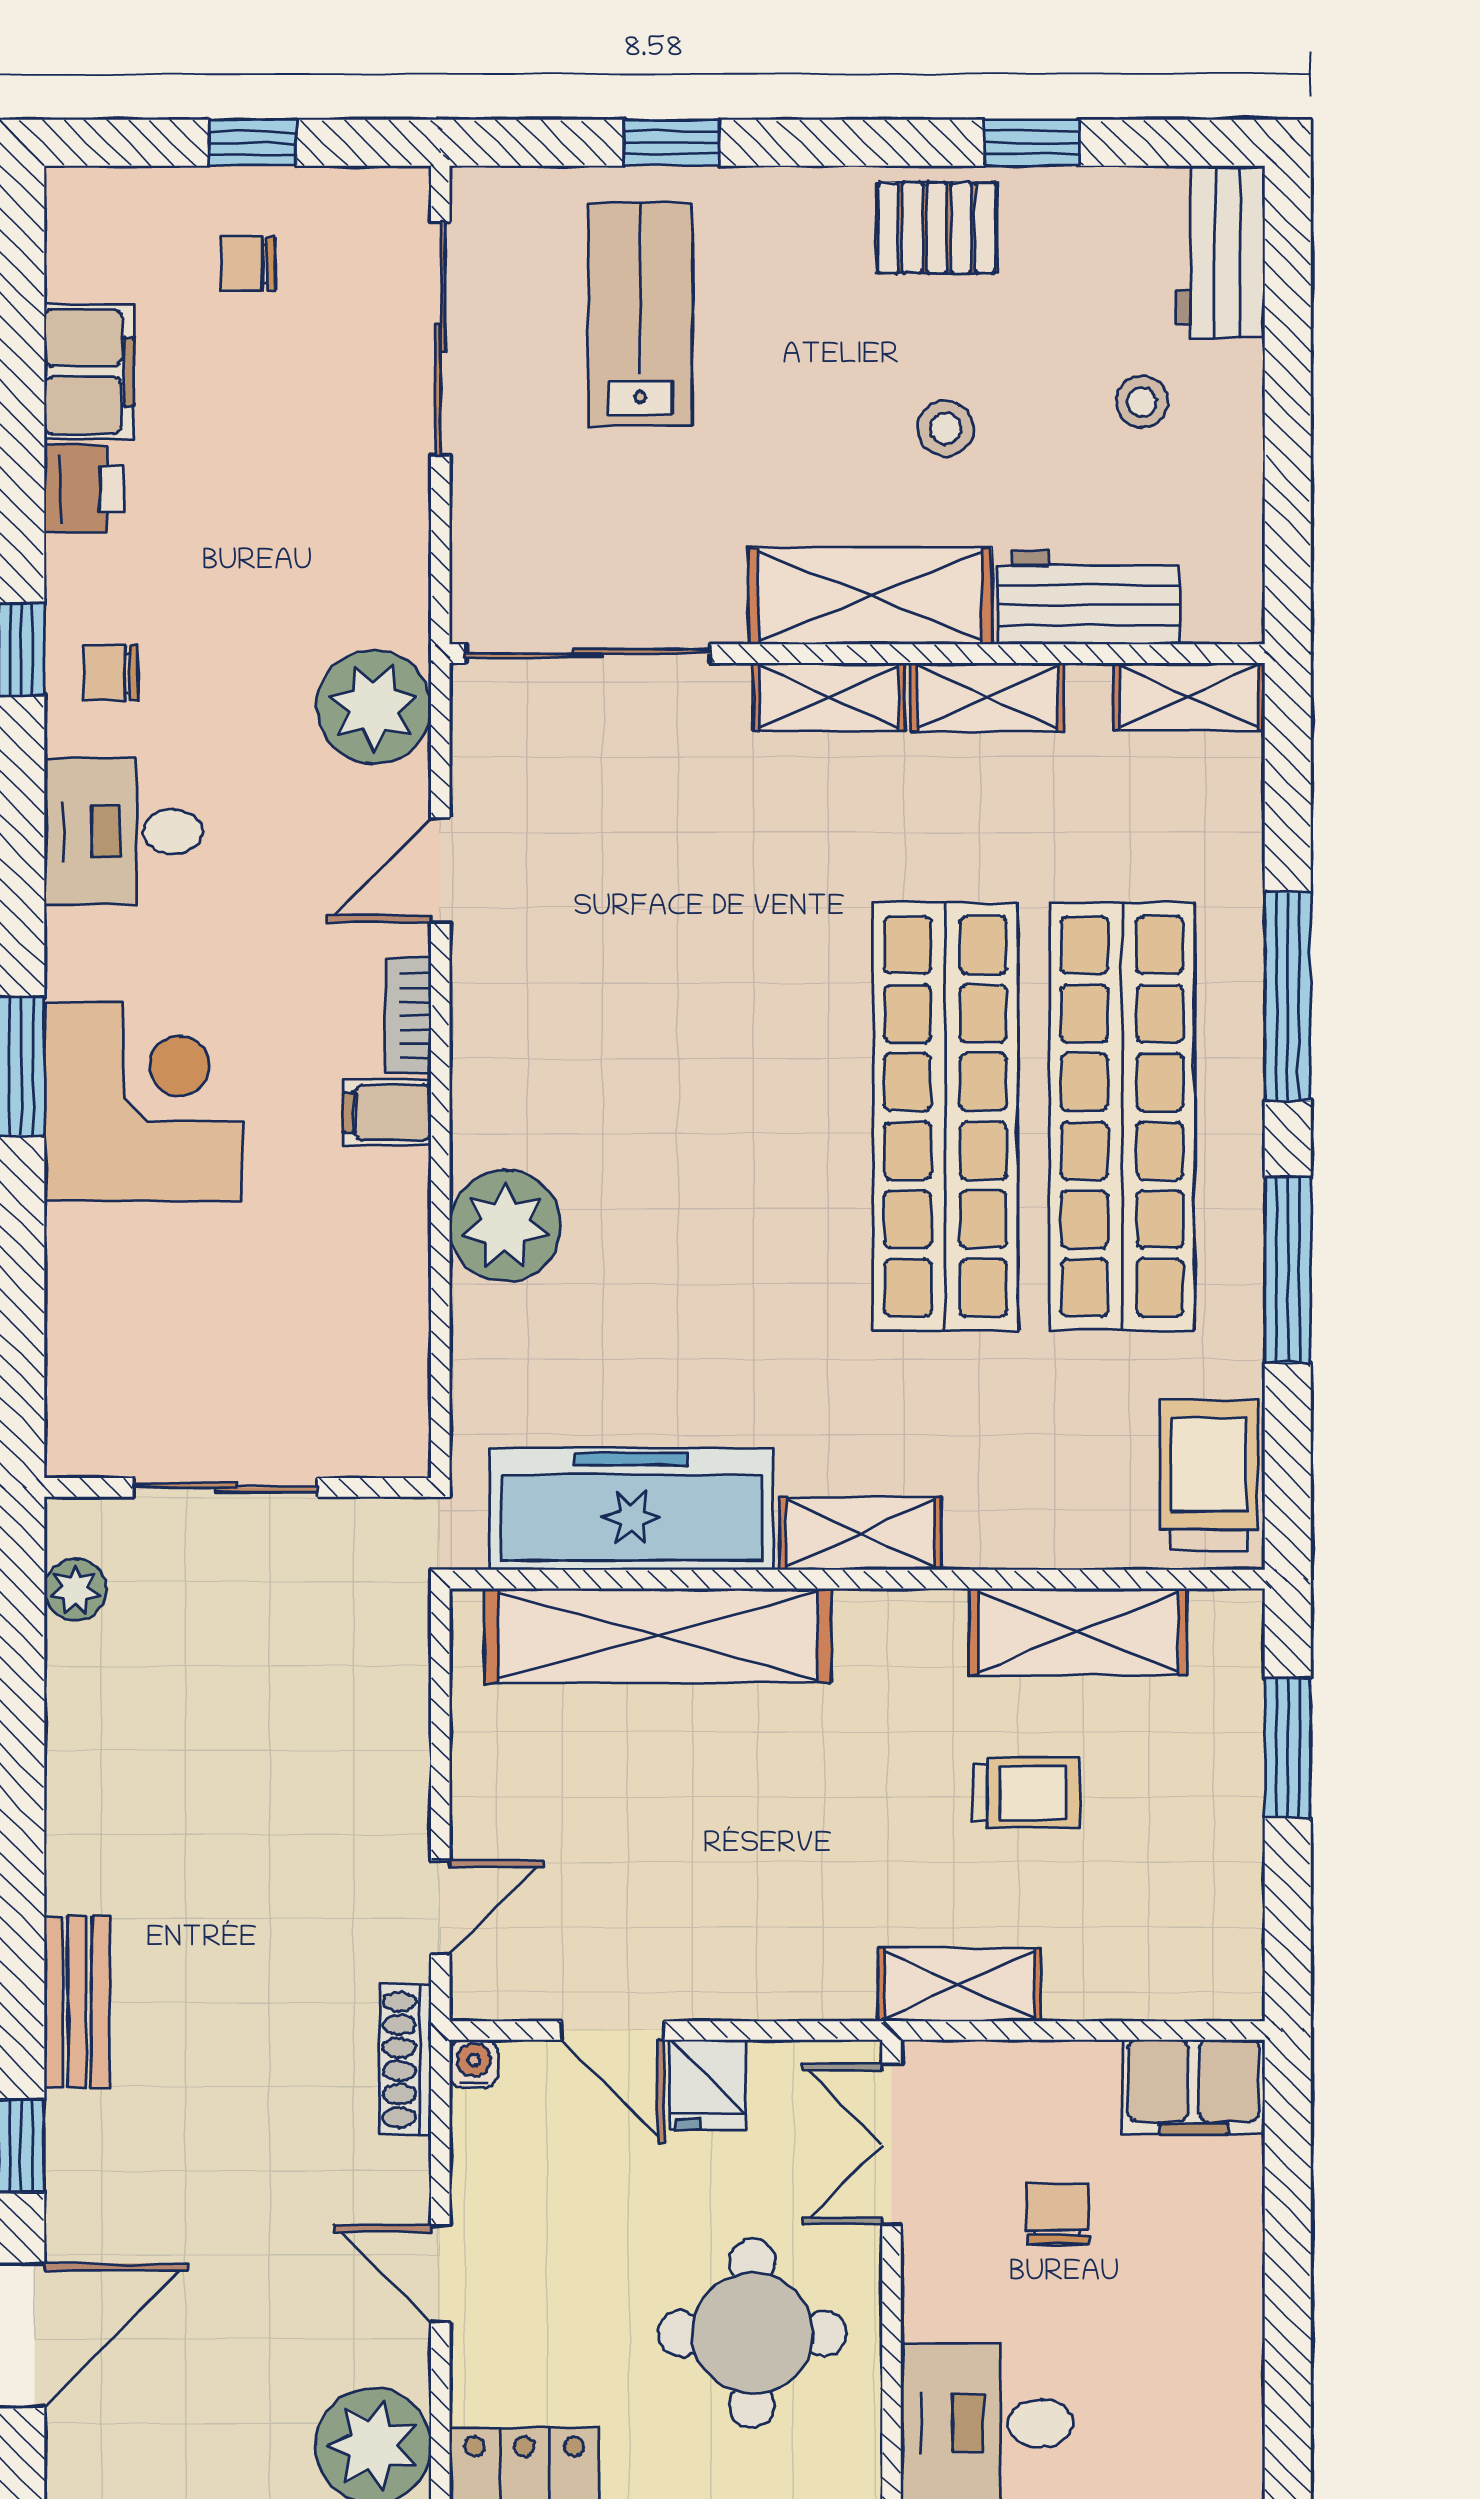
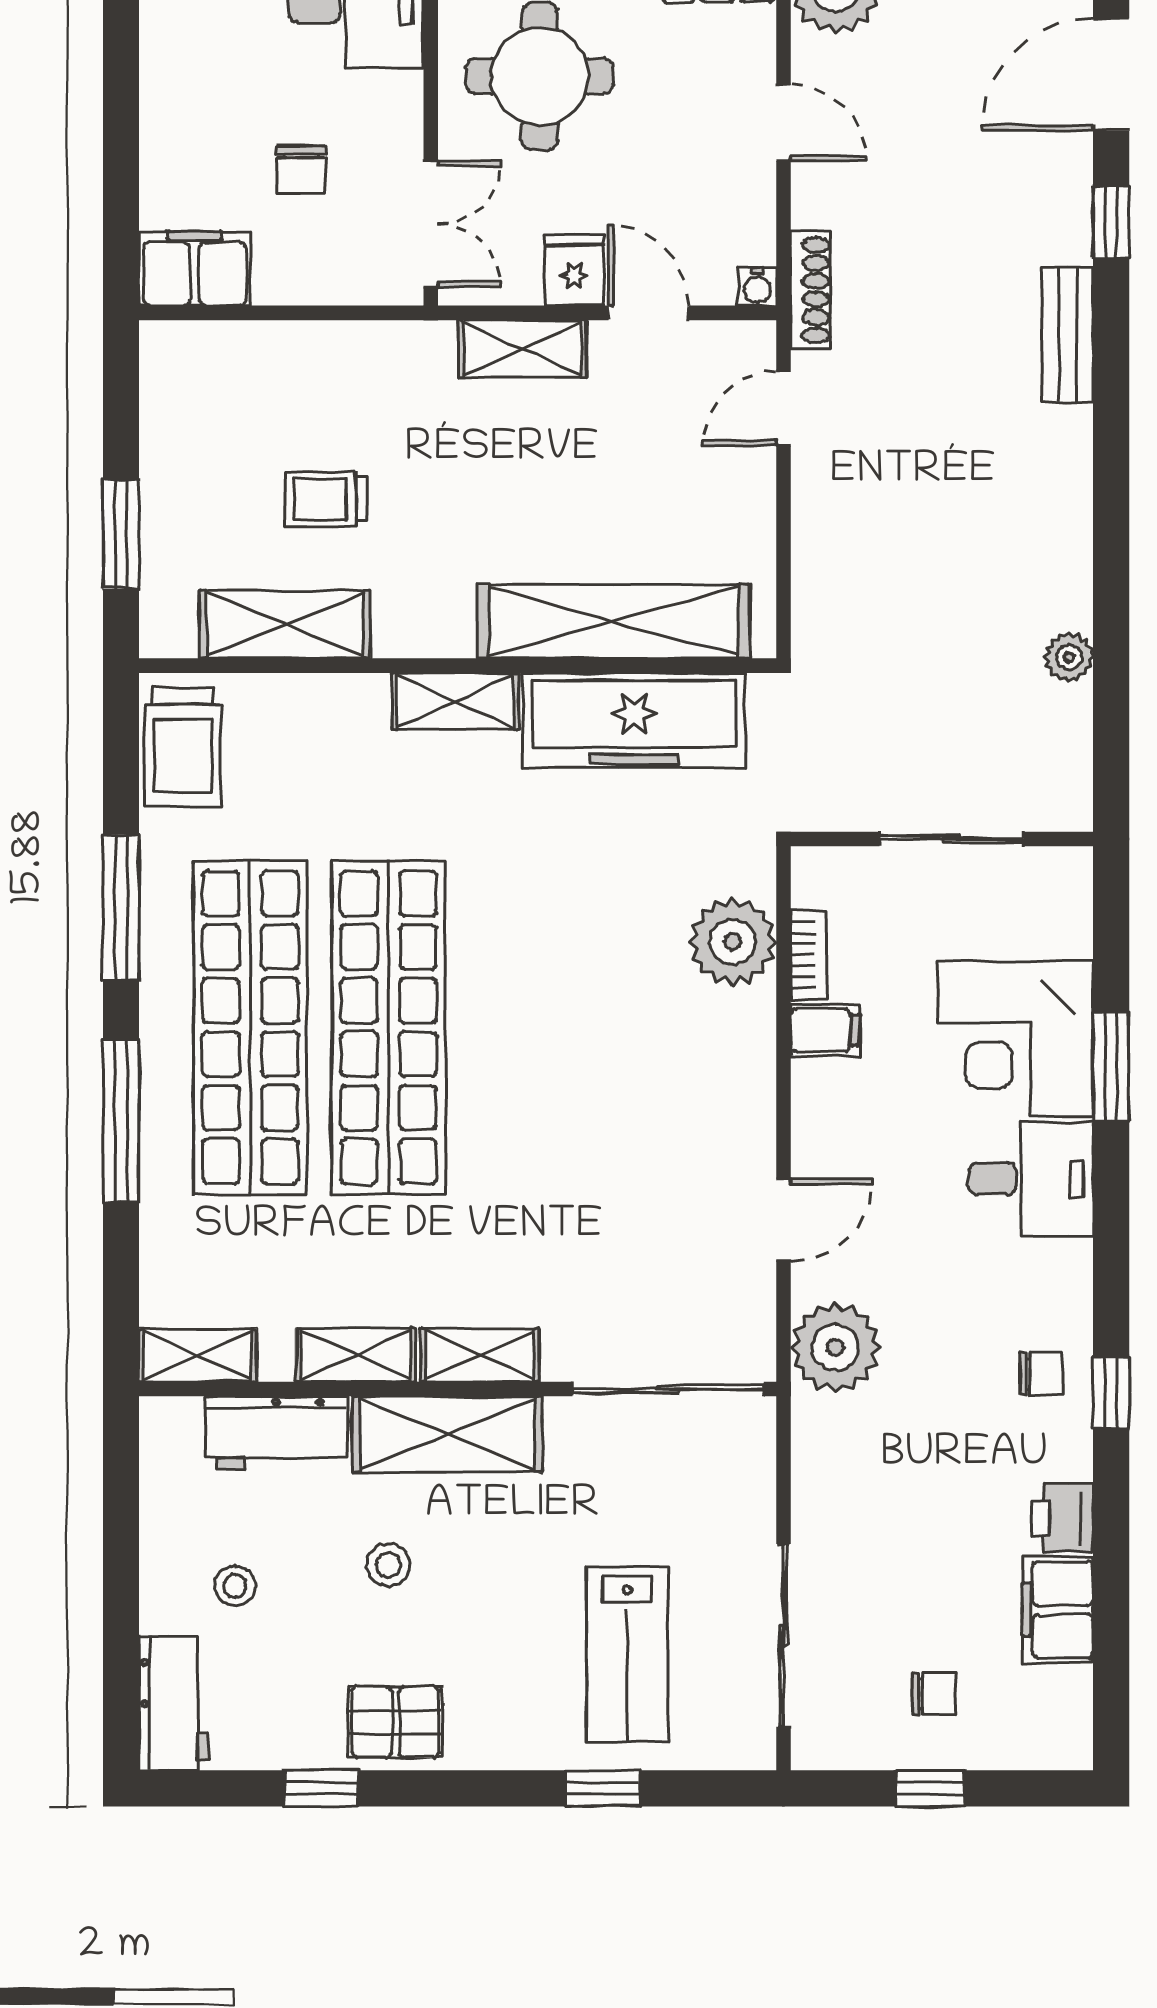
desk: (124, 832) -> (1031, 1179), moved
bookcase: (408, 1016) -> (809, 955), moved
sliding door: (225, 1487) -> (951, 839), moved
wall: (238, 1487) -> (942, 839), moved
shelving: (959, 1985) -> (522, 349), moved

